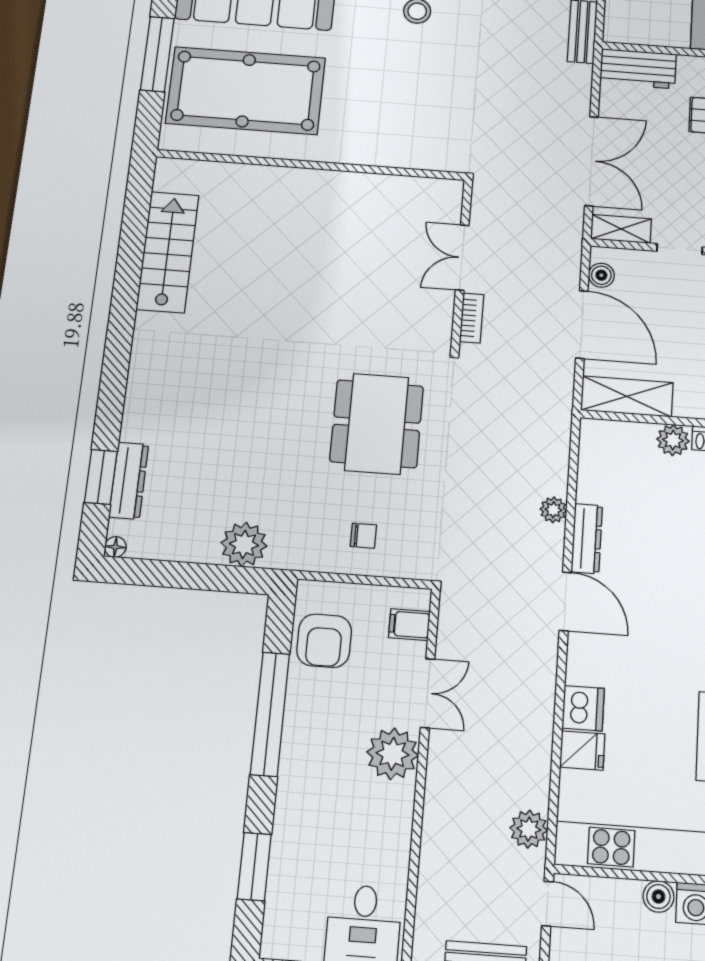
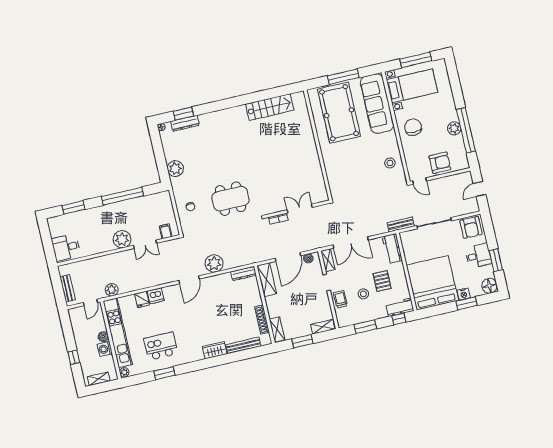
plant: (673, 440) -> (256, 300), removed
plant: (553, 510) -> (214, 264), width x1.87, depth x1.87
dresser: (587, 539) -> (243, 273), moved
armchair: (324, 641) -> (152, 205), removed

